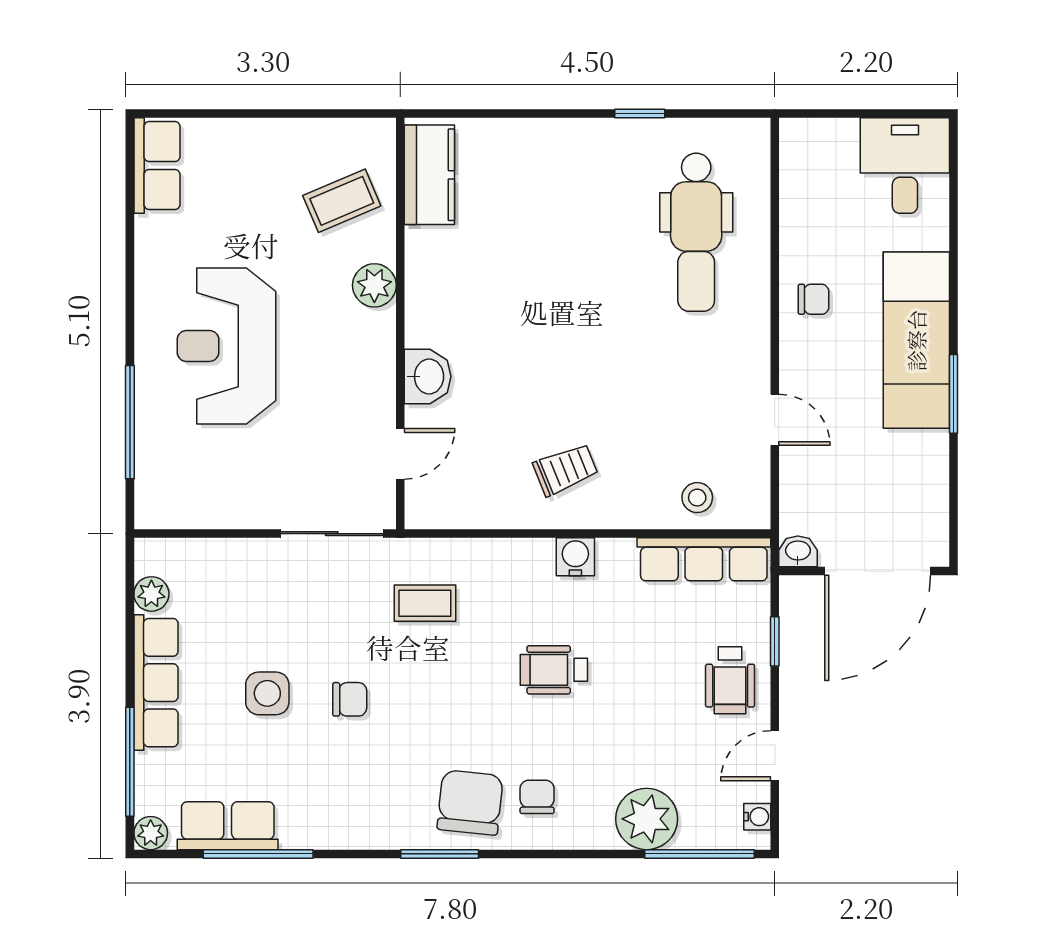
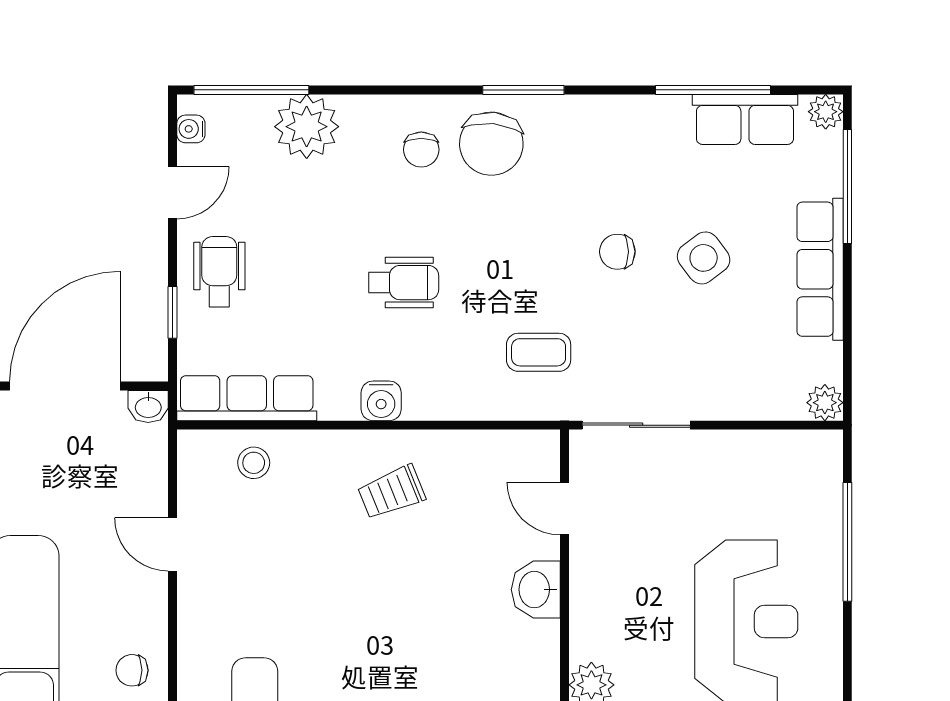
door: (400, 454) -> (564, 509), hinge flipped
plant: (151, 594) -> (825, 403), moved
side table: (267, 693) -> (704, 258), turned -37

